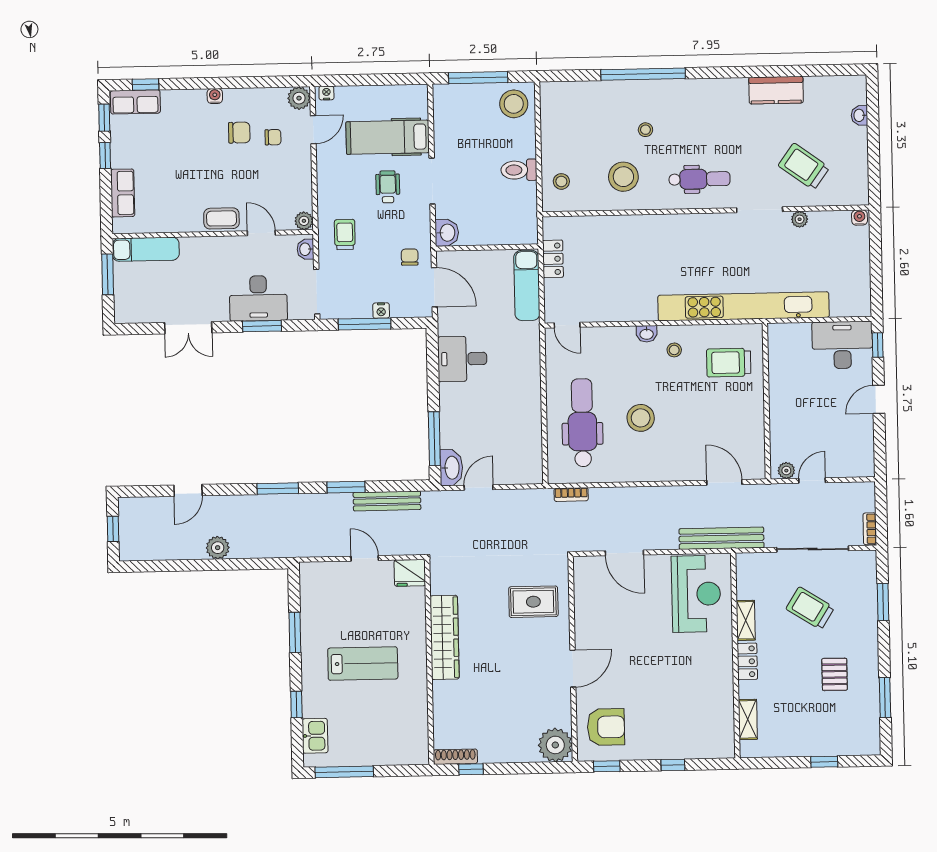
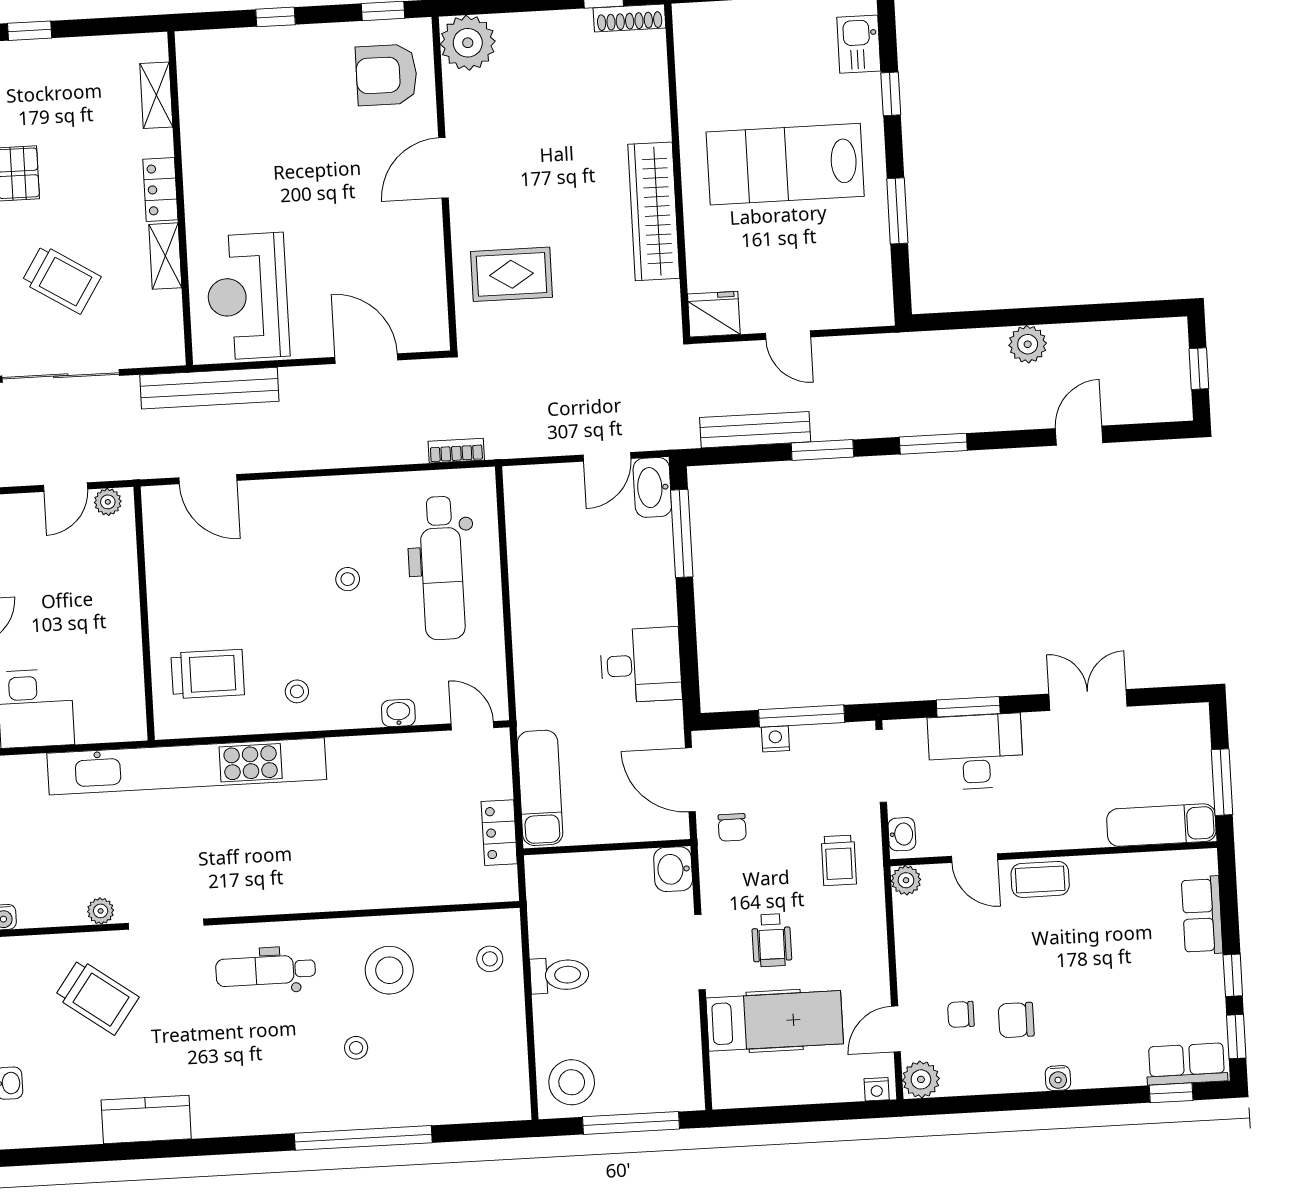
washbasin: (647, 334) -> (398, 713), moved
stool: (641, 418) -> (348, 579), width x0.53, depth x0.53
lab bench: (363, 664) -> (785, 164), width x1.36, depth x1.39

